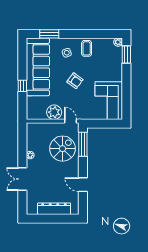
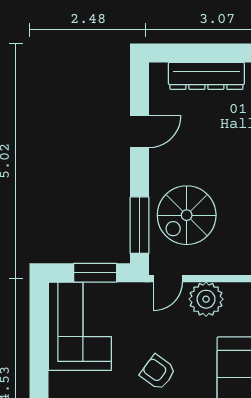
door: (70, 121) -> (168, 279), hinge flipped
window: (102, 124) -> (95, 273), added
door: (83, 185) -> (140, 132), hinge flipped

